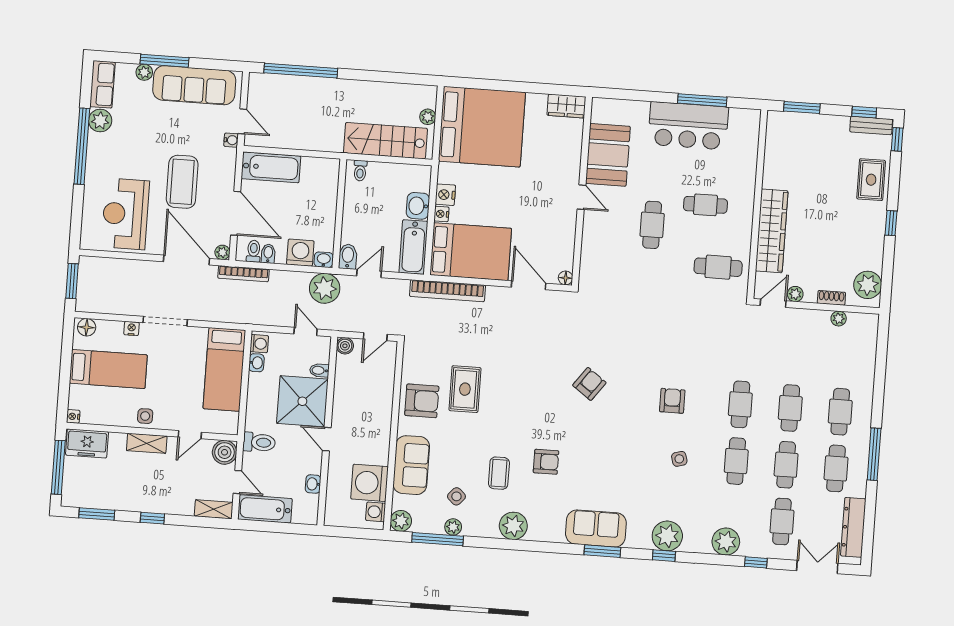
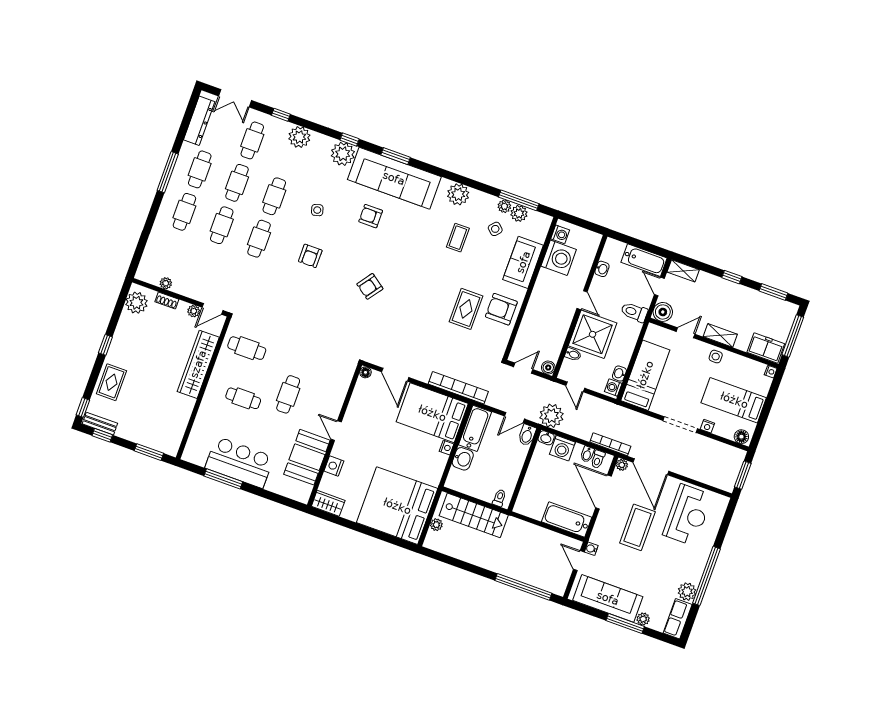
nightstand: (445, 195) -> (334, 466), moved, turned 180
armchair: (546, 462) -> (371, 216), moved
plant: (401, 521) -> (519, 213), moved
sofa: (596, 528) -> (394, 178), width x1.85, depth x1.27

